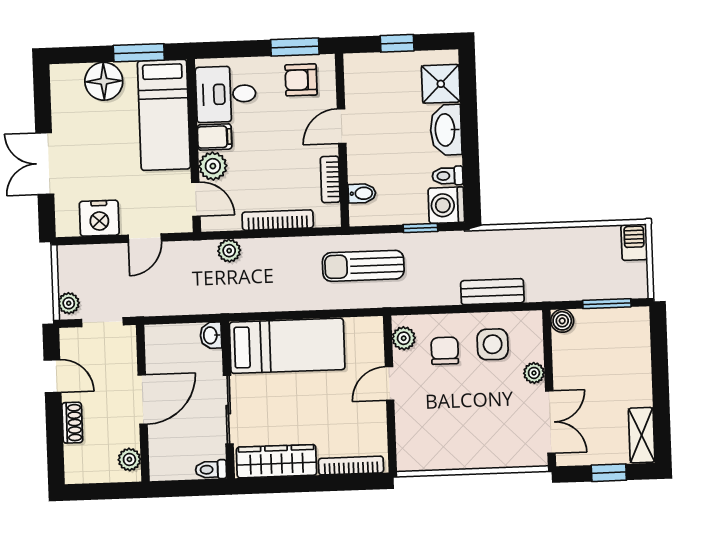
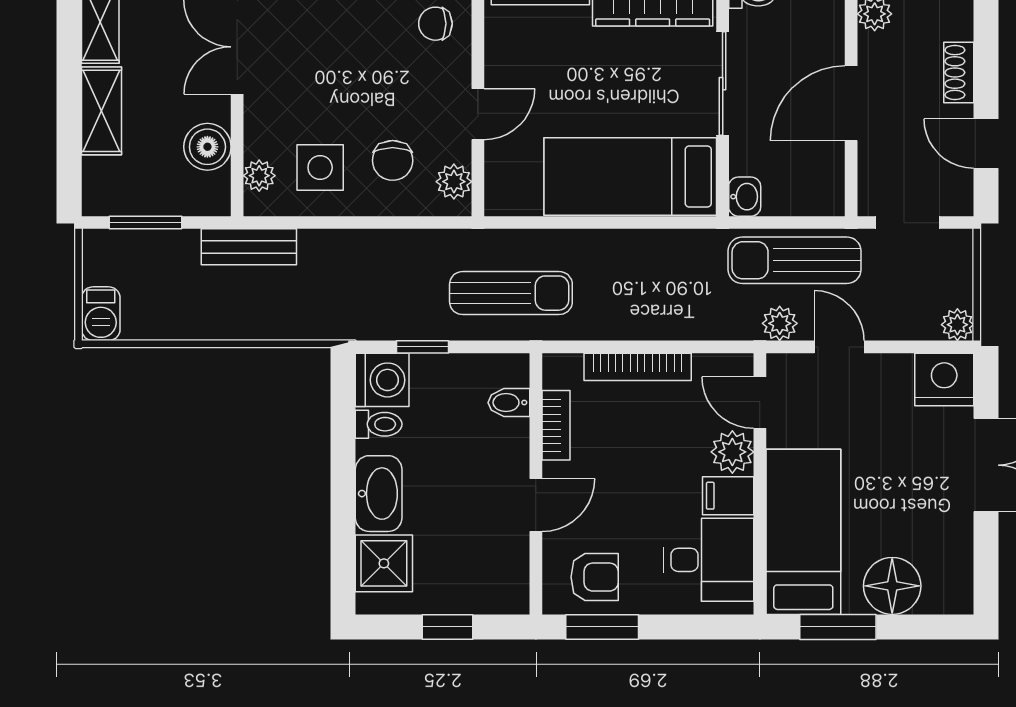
nightstand: (99, 218) -> (944, 379), moved
door: (145, 238) -> (839, 347), hinge flipped
plant: (229, 251) -> (780, 323), moved
bench: (492, 292) -> (249, 247), moved
sun lounger: (176, 294) -> (795, 260), added
plant: (69, 303) -> (957, 325), moved
boiler: (562, 321) -> (207, 147), moved, width x1.36, depth x1.36
plant: (534, 373) -> (259, 176), moved
shelving: (639, 376) -> (101, 111), added
chair: (420, 442) -> (435, 24), added

